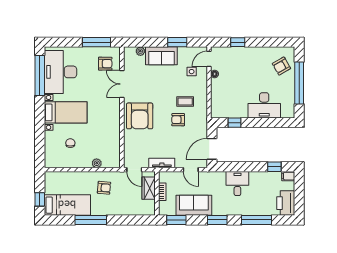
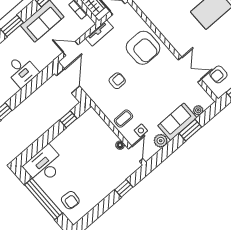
window: (177, 42) -> (190, 130), moved
plant: (184, 53) -> (161, 141), added
armchair: (281, 66) -> (70, 200), turned 125
coffee table: (185, 102) -> (124, 119), moved
desk: (264, 105) -> (44, 165), moved
armchair: (140, 116) -> (143, 48), moved, turned 180

